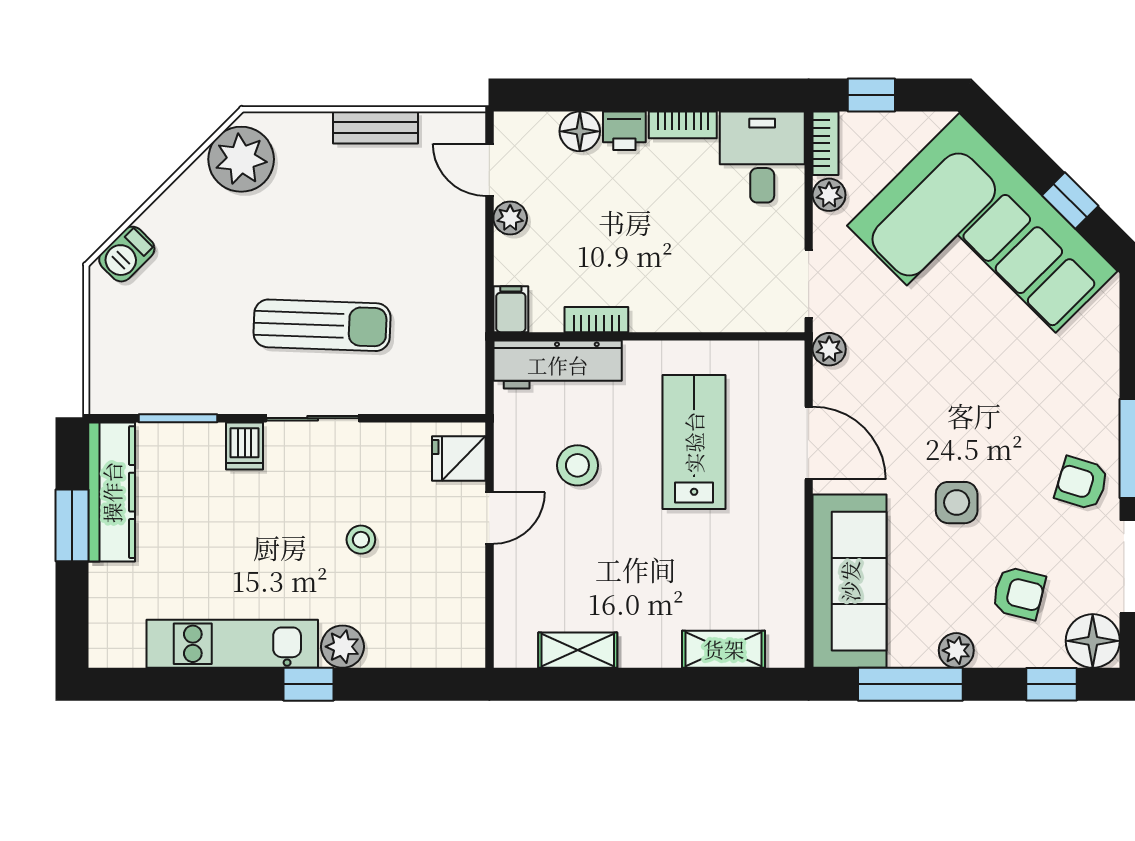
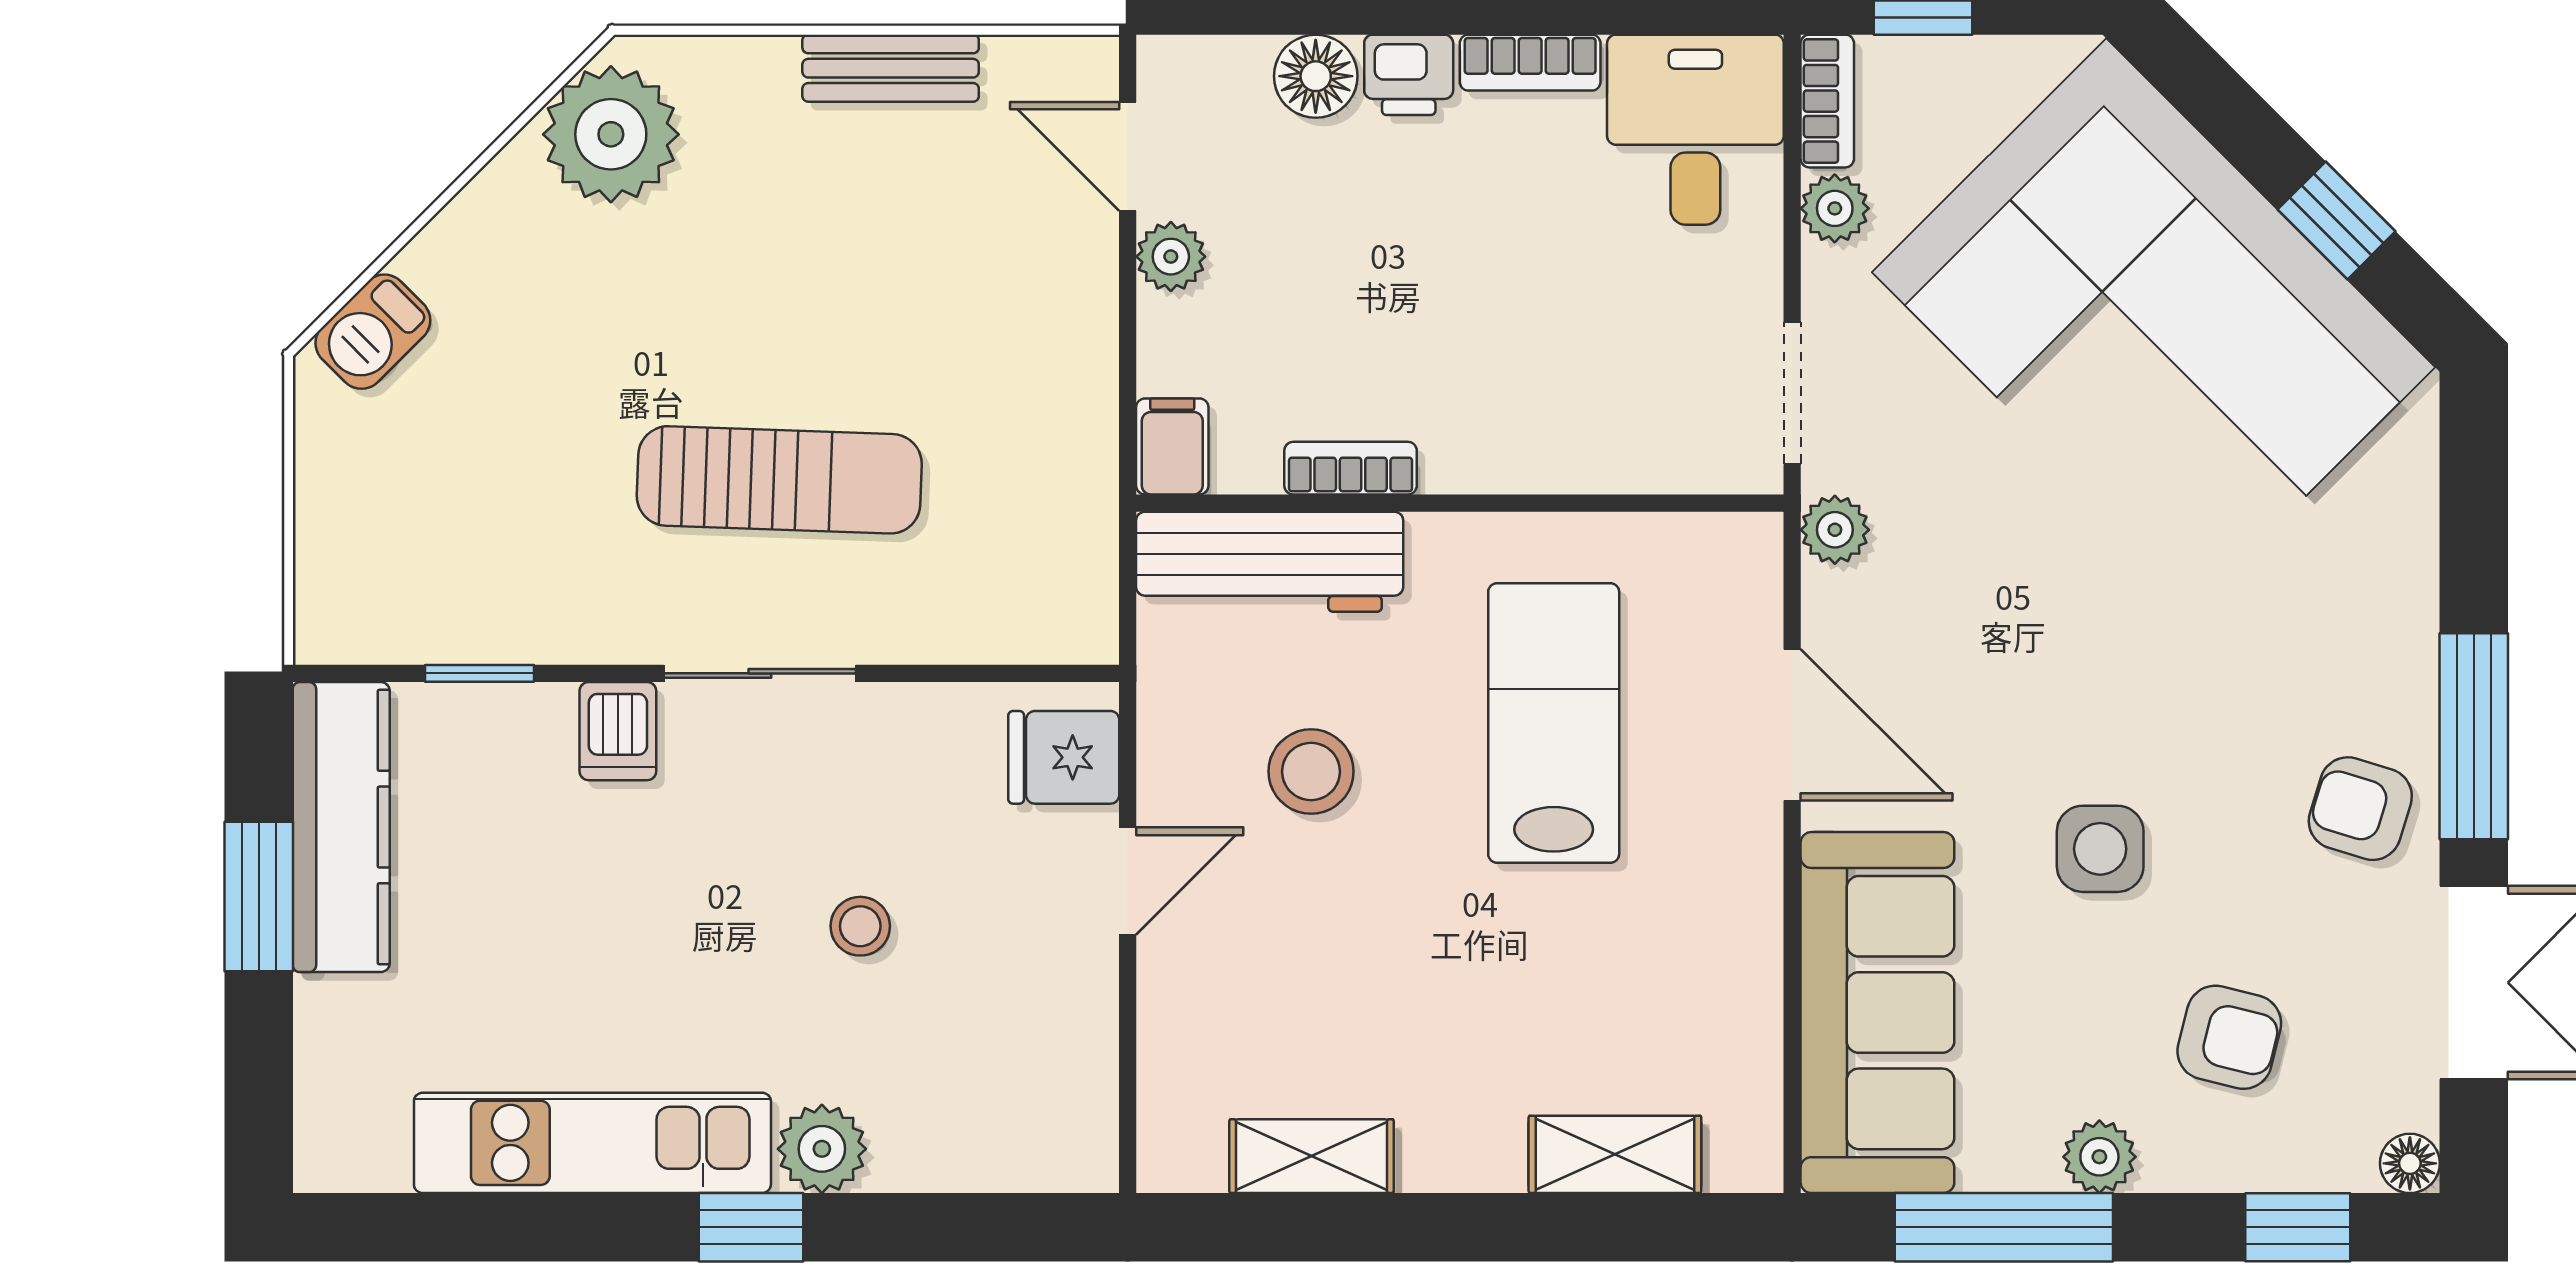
window: (178, 418) -> (480, 673), width x0.67
floor lamp: (1093, 641) -> (2410, 1163), width x0.53, depth x0.53

